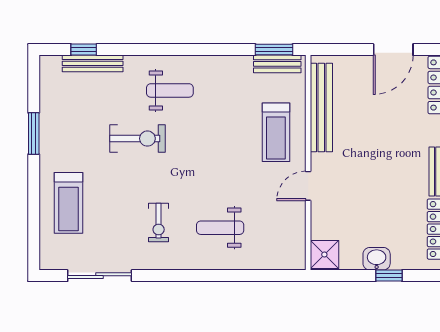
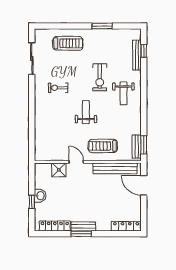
door: (393, 50) -> (144, 185), moved
treadmill: (69, 203) -> (68, 43), turned 180
weight bench: (220, 228) -> (86, 112), moved
shower: (324, 255) -> (59, 170), moved

